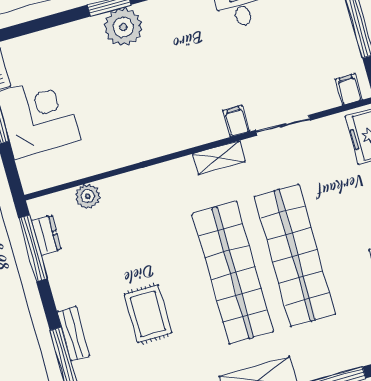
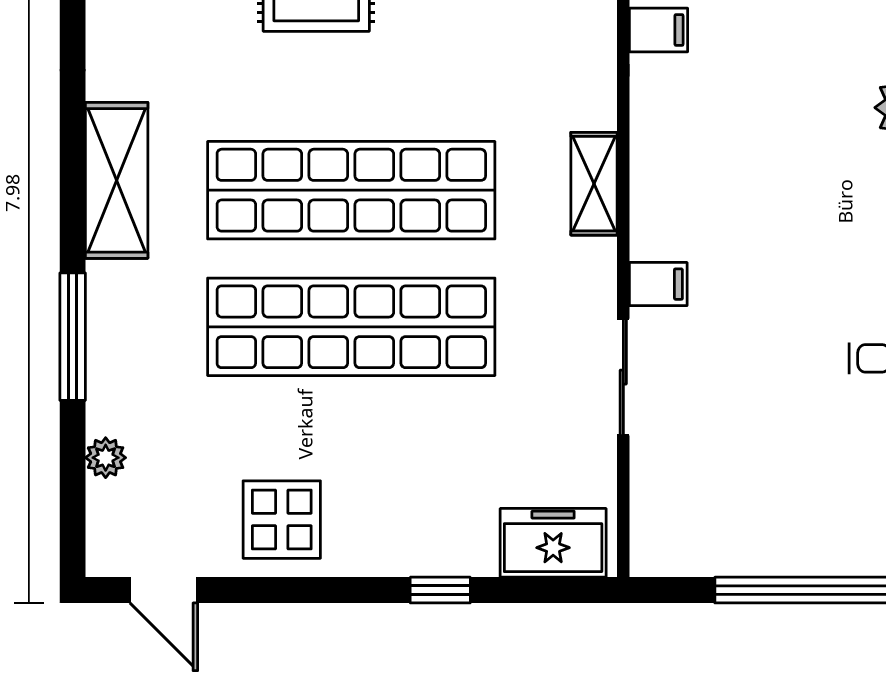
filing cabinet: (349, 89) -> (659, 30), moved
shelving: (219, 158) -> (594, 184), moved

